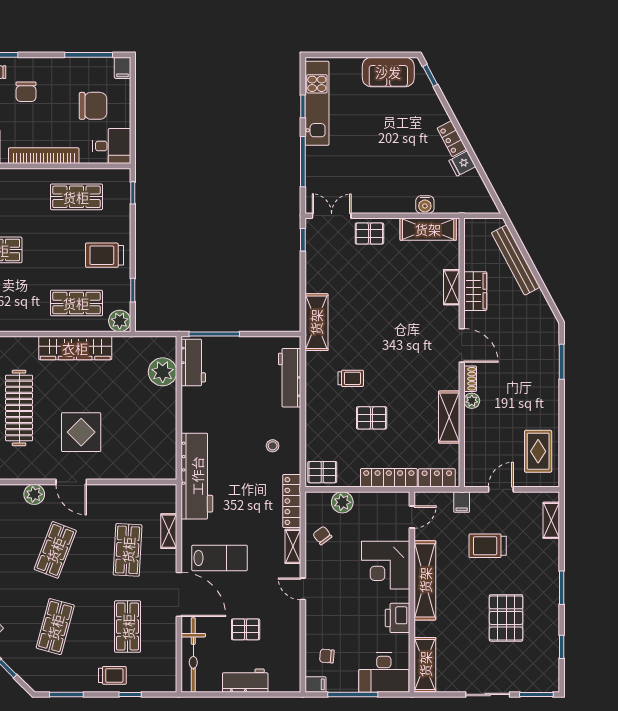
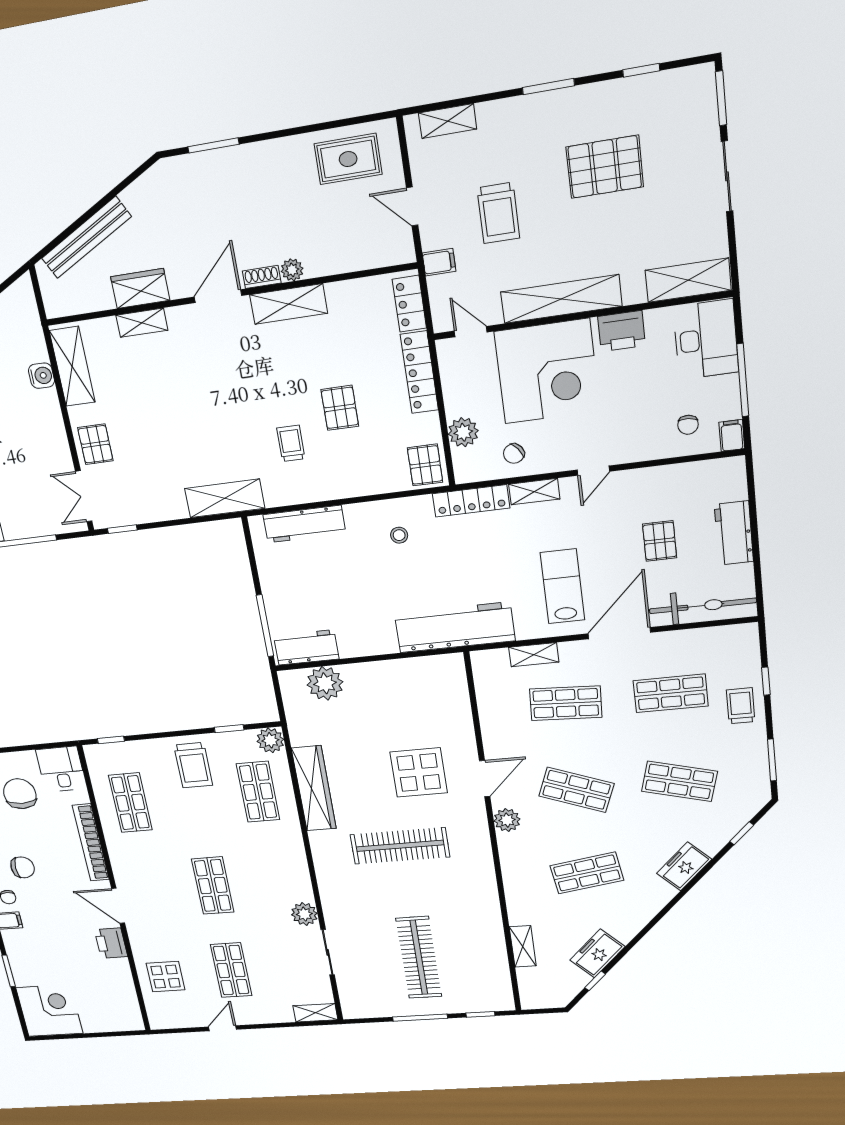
shelving: (449, 417) -> (289, 304), moved
corner desk: (386, 565) -> (547, 372), width x1.36, depth x1.36

